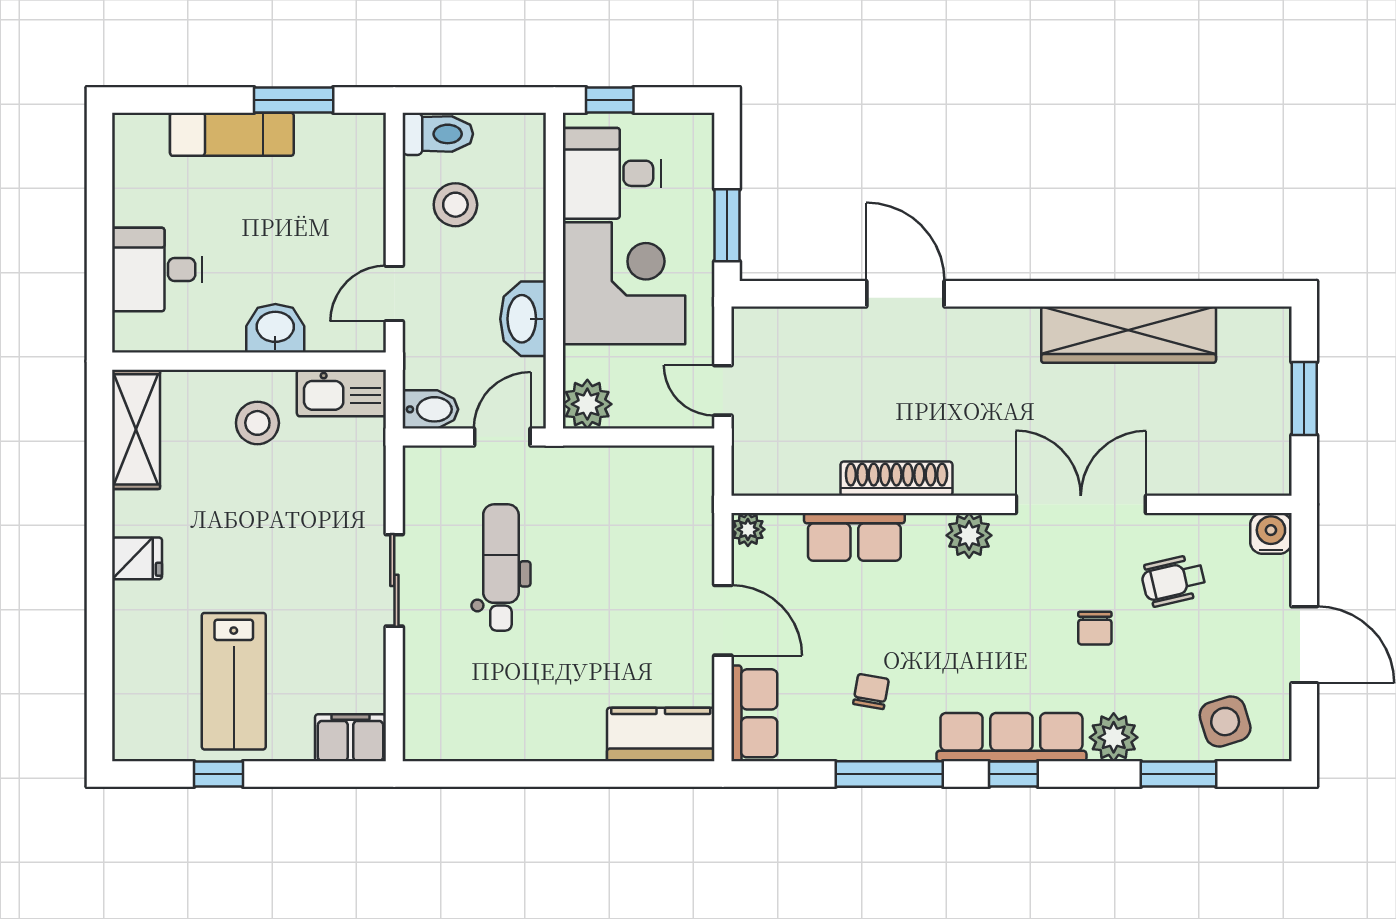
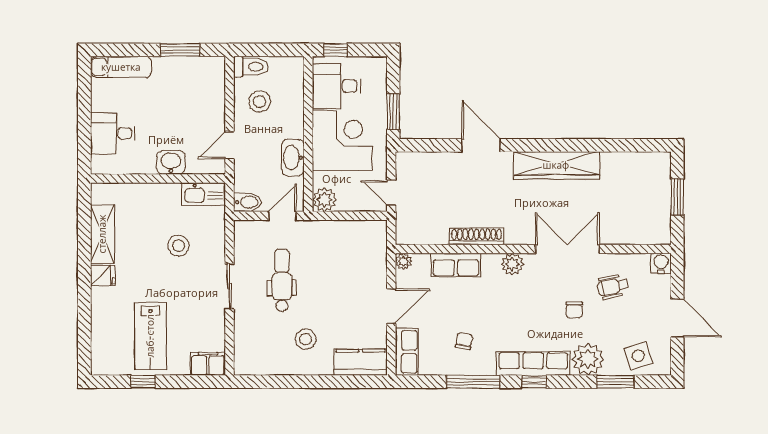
exam couch: (232, 134) -> (121, 67), moved
wardrobe: (1129, 335) -> (556, 165), moved
stool: (257, 423) -> (178, 246), moved
shelving: (136, 429) -> (102, 234), moved
door: (723, 620) -> (391, 306), hinge flipped
stool: (549, 688) -> (306, 339), added
plant: (1114, 737) -> (588, 359), width x1.36, depth x1.36

